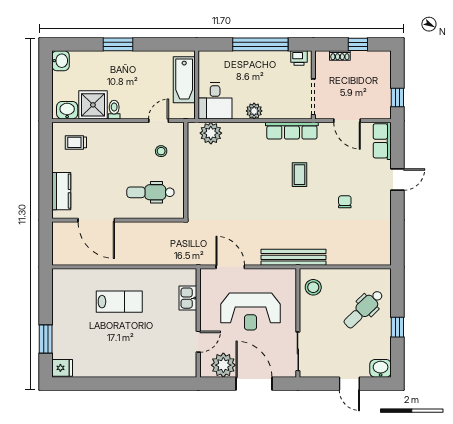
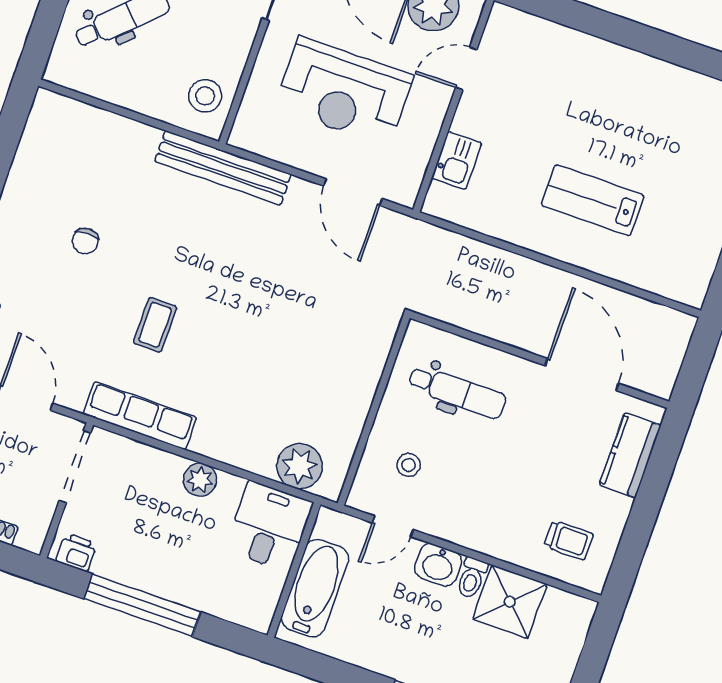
washbasin: (67, 110) -> (438, 565), moved
reception desk: (250, 312) -> (344, 91), turned 180

